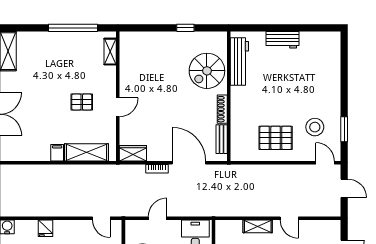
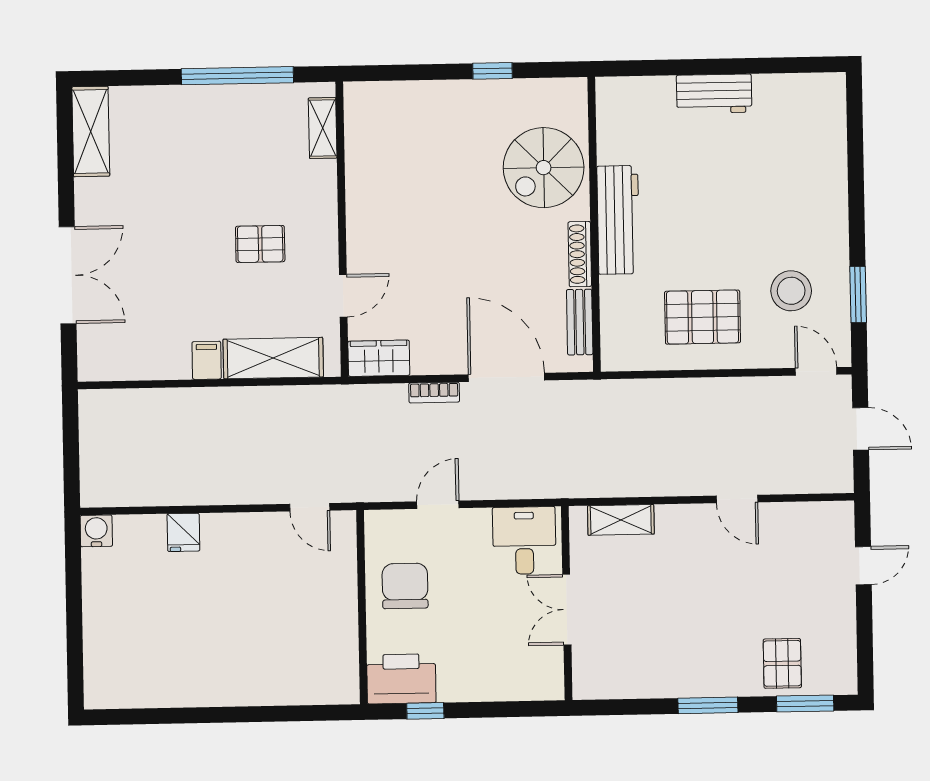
workbench: (239, 62) -> (618, 220), moved
door: (118, 107) -> (343, 296), moved
shelving: (258, 226) -> (621, 520), moved

